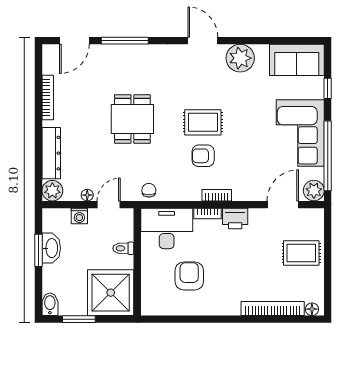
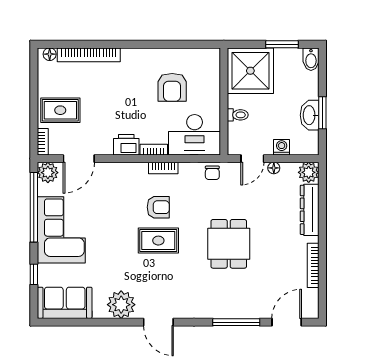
bookcase: (217, 195) -> (163, 168), moved
bookcase: (319, 221) -> (43, 142), added

